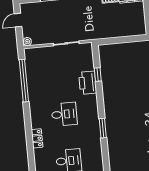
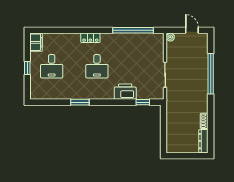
window: (98, 74) -> (143, 102), moved
locker: (37, 138) -> (90, 38), moved

